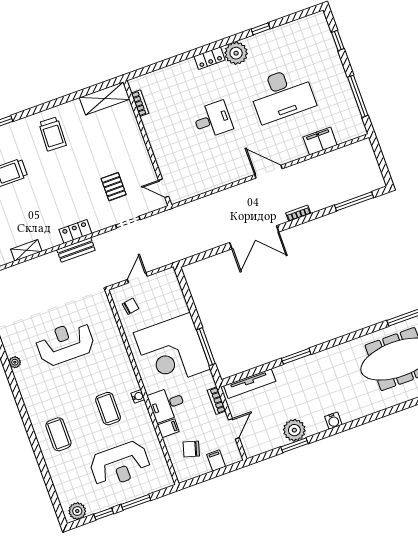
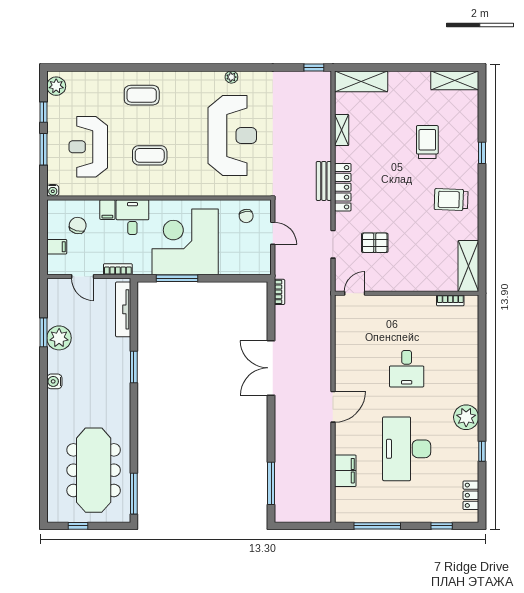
locker: (209, 58) -> (471, 495), moved
bookcase: (298, 213) -> (280, 292), moved
locker: (75, 232) -> (343, 187), width x1.53
reception desk: (65, 343) -> (232, 136), width x1.36, depth x1.30
water cooler: (138, 396) -> (53, 190), moved

